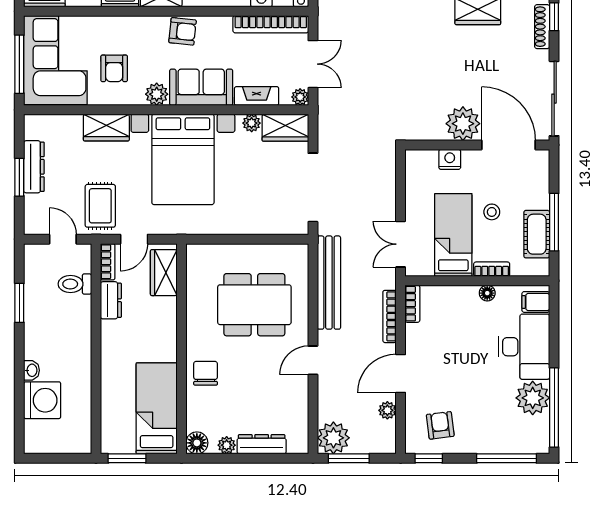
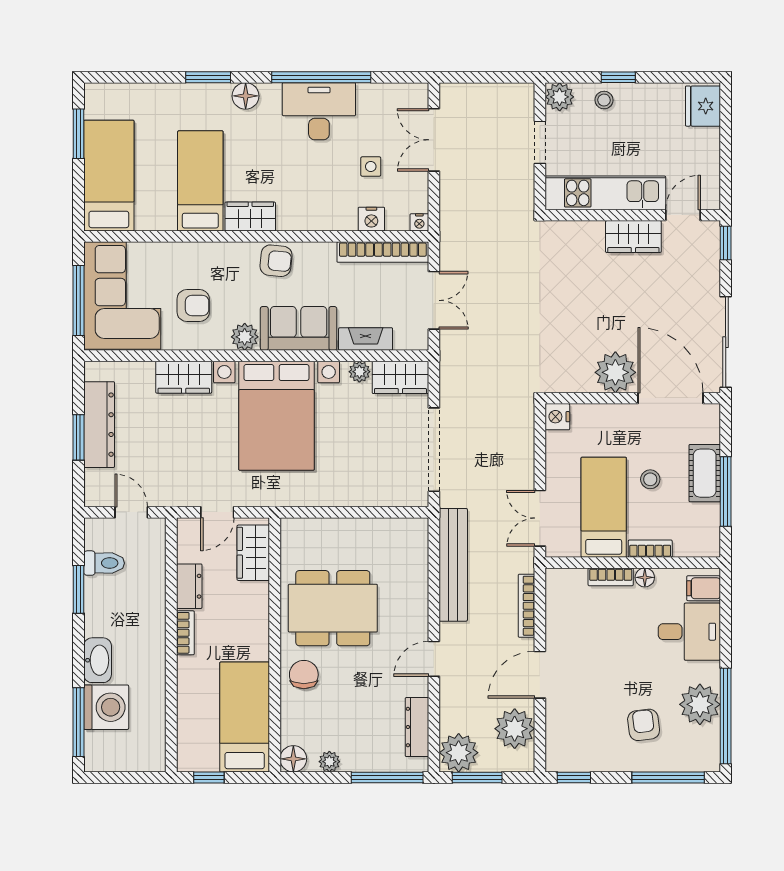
shoe rack: (542, 27) -> (711, 255), removed
armchair: (114, 68) -> (193, 305), turned -90
plant: (300, 97) -> (418, 340), removed
nightstand: (450, 159) -> (557, 417), moved, turned -90
dresser: (34, 167) -> (99, 425), width x1.37, depth x1.24
rug: (100, 206) -> (176, 472), removed
cot: (537, 234) -> (705, 473), moved
bookcase: (108, 262) -> (185, 633), moved
toilet: (75, 284) -> (104, 563), moved, turned 180
bookcase: (412, 304) -> (611, 577), moved, turned 90
dining table: (254, 305) -> (333, 608), moved
desk: (524, 347) -> (689, 632), width x0.73
washbasin: (32, 370) -> (98, 660), width x1.91, depth x1.45
plant: (387, 410) -> (515, 729), width x1.87, depth x1.87
window: (19, 413) -> (78, 722), added
armchair: (440, 425) -> (644, 725), moved
dresser: (262, 444) -> (417, 727), moved, turned -90
window: (127, 458) -> (209, 777), width x0.67
window: (274, 458) -> (387, 777), added

